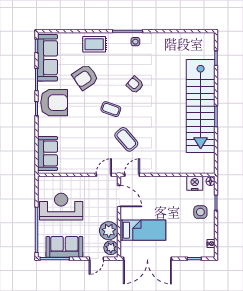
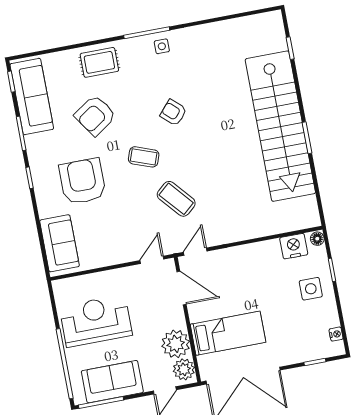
armchair: (54, 103) -> (82, 181), moved, turned -90

